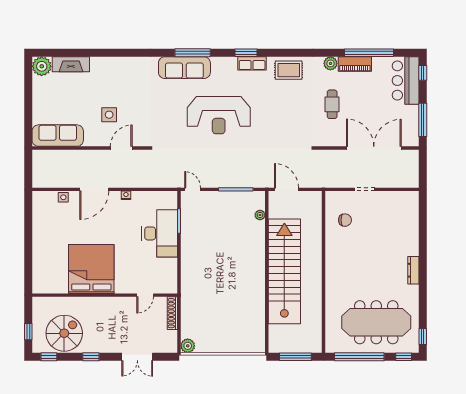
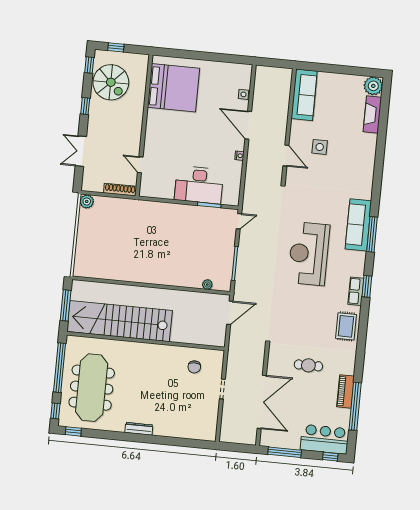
plant: (330, 63) -> (348, 368), removed
bed: (91, 269) -> (173, 88), moved
stairs: (284, 271) -> (120, 321), moved, turned 180

